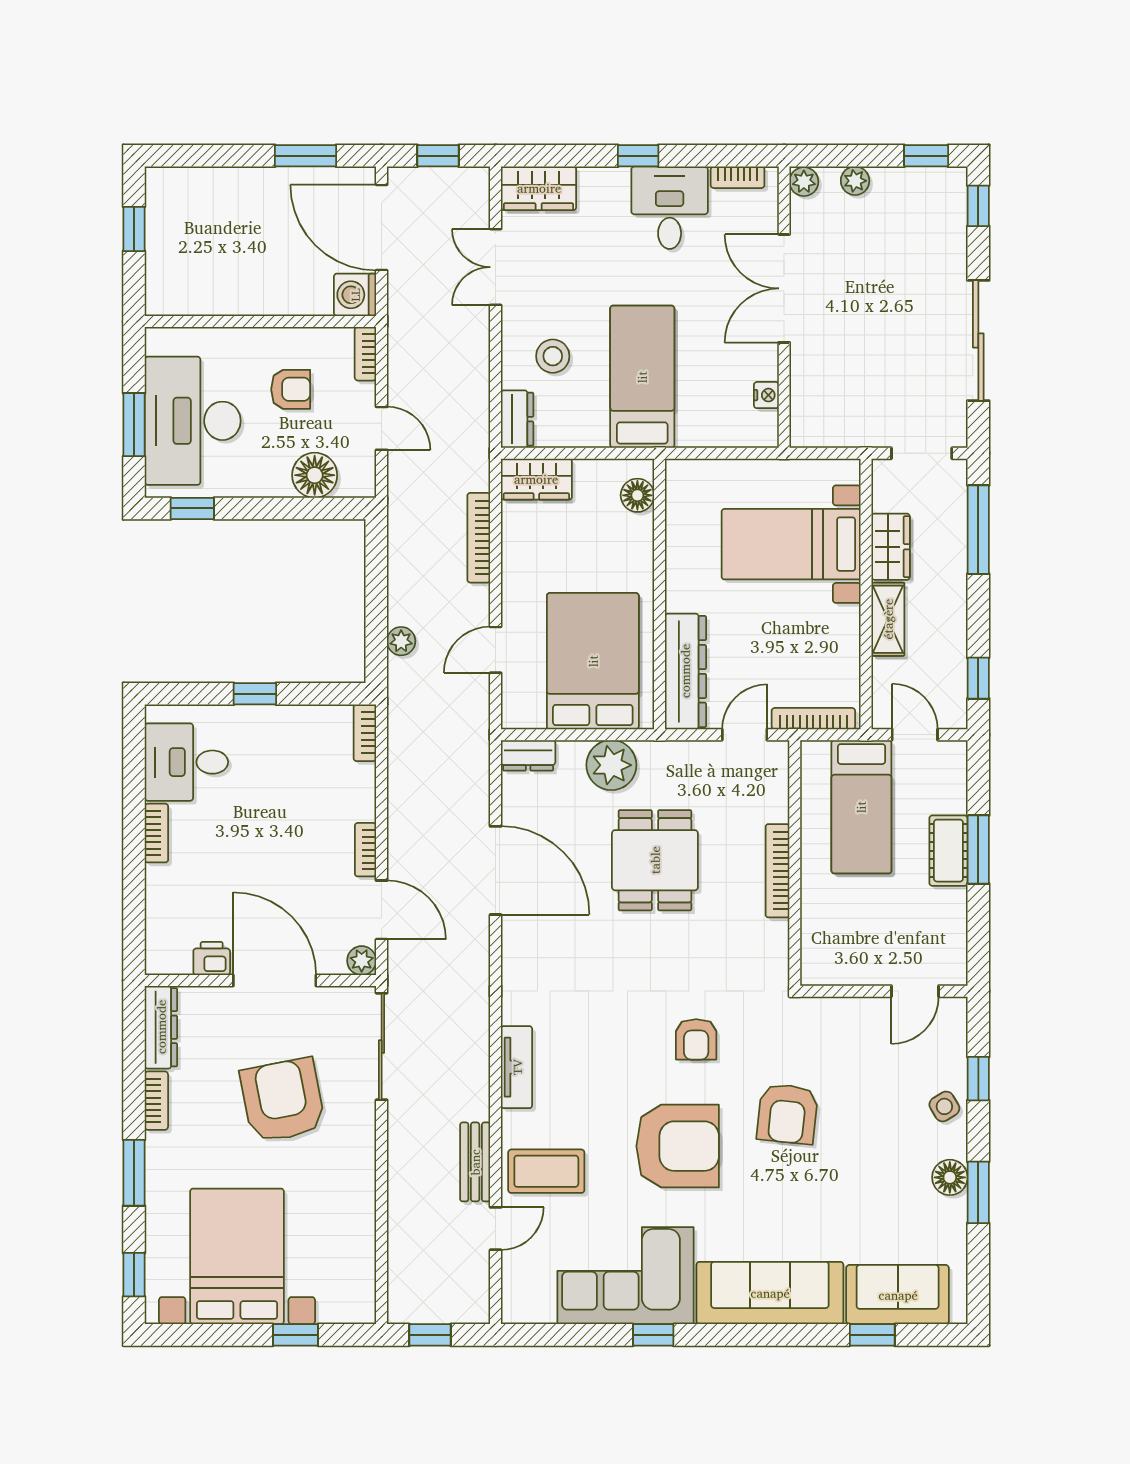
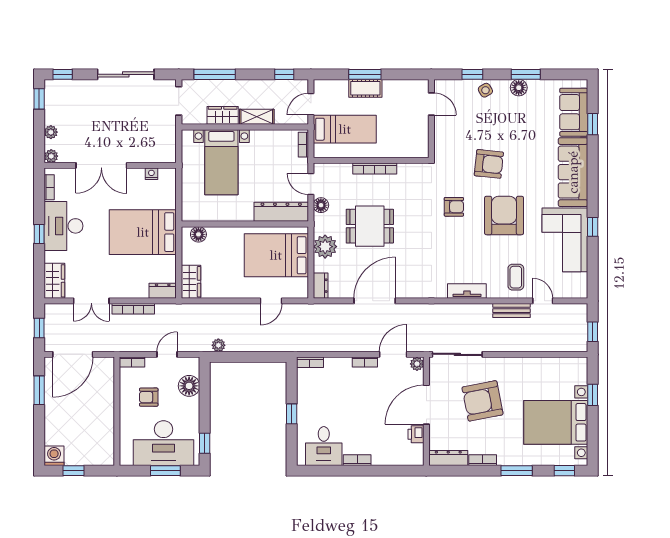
desk: (670, 208) -> (63, 226), width x1.37
washing machine: (355, 295) -> (54, 456), moved, turned 180
stool: (553, 356) -> (133, 274), removed
bed: (642, 377) -> (143, 232), width x1.50
armchair: (291, 389) -> (149, 397), turned -90
bookcase: (479, 538) -> (133, 309), moved
plant: (401, 641) -> (218, 345), moved
door: (496, 650) -> (271, 301), hinge flipped
bookcase: (813, 719) -> (303, 145), width x0.64
floor lamp: (700, 756) -> (321, 205), added
coffee table: (546, 1171) -> (516, 277), width x0.73, depth x0.77

